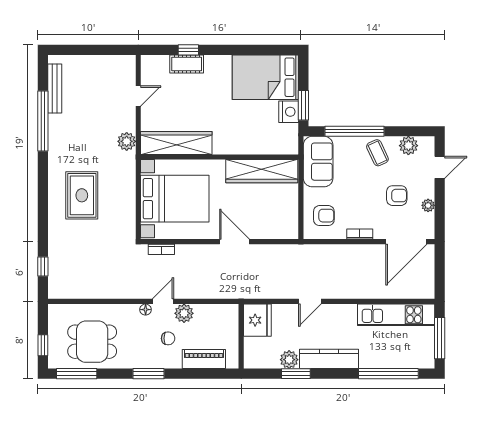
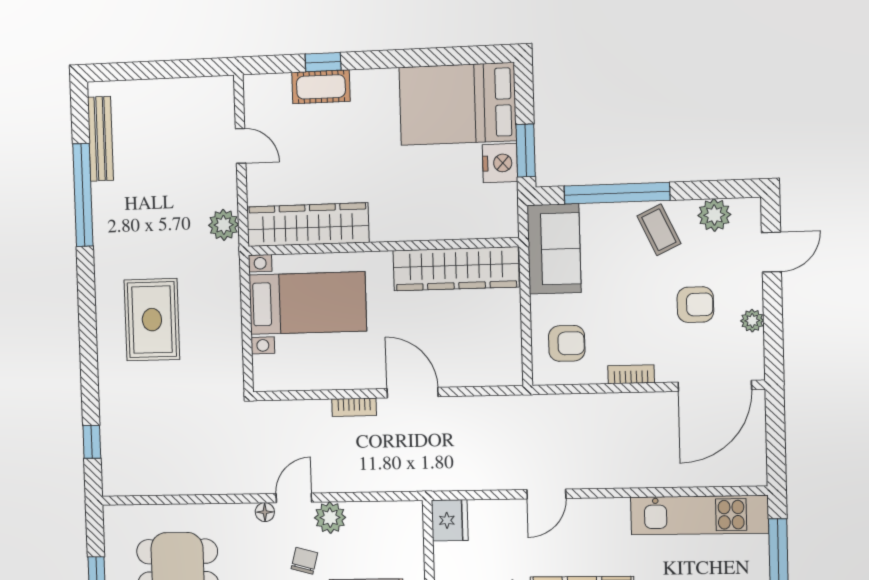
door: (138, 96) -> (241, 146), hinge flipped
bed with nightstands: (175, 199) -> (308, 303), width x0.73
bookcase: (161, 249) -> (354, 407), moved
fridge: (257, 320) -> (450, 520), width x0.73, depth x0.75
chair: (168, 338) -> (304, 561), turned -75

